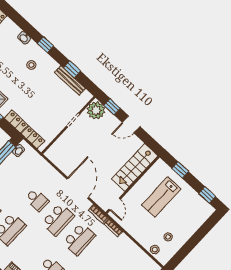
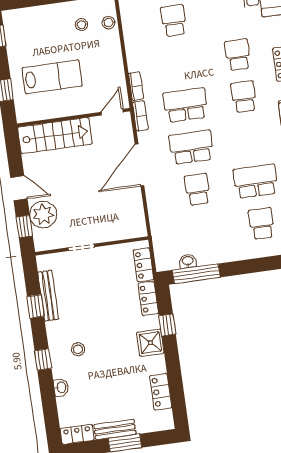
plant: (96, 110) -> (43, 215), moved
washbasin: (18, 151) -> (188, 261), moved

